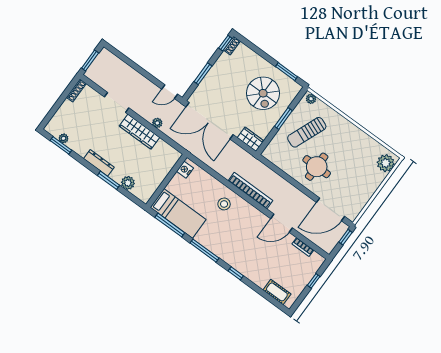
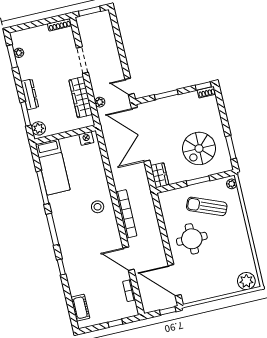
nightstand: (185, 170) -> (86, 138), moved
wall: (166, 181) -> (65, 135), moved
bed: (178, 213) -> (53, 167), moved

